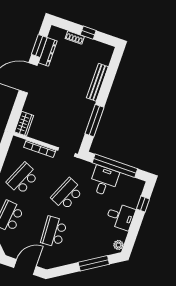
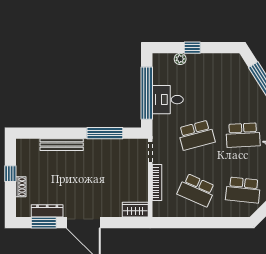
school desk: (67, 194) -> (196, 135), turned -39
window: (143, 204) -> (192, 48), moved
desk: (120, 216) -> (200, 68), removed
plant: (118, 245) -> (180, 59), moved

